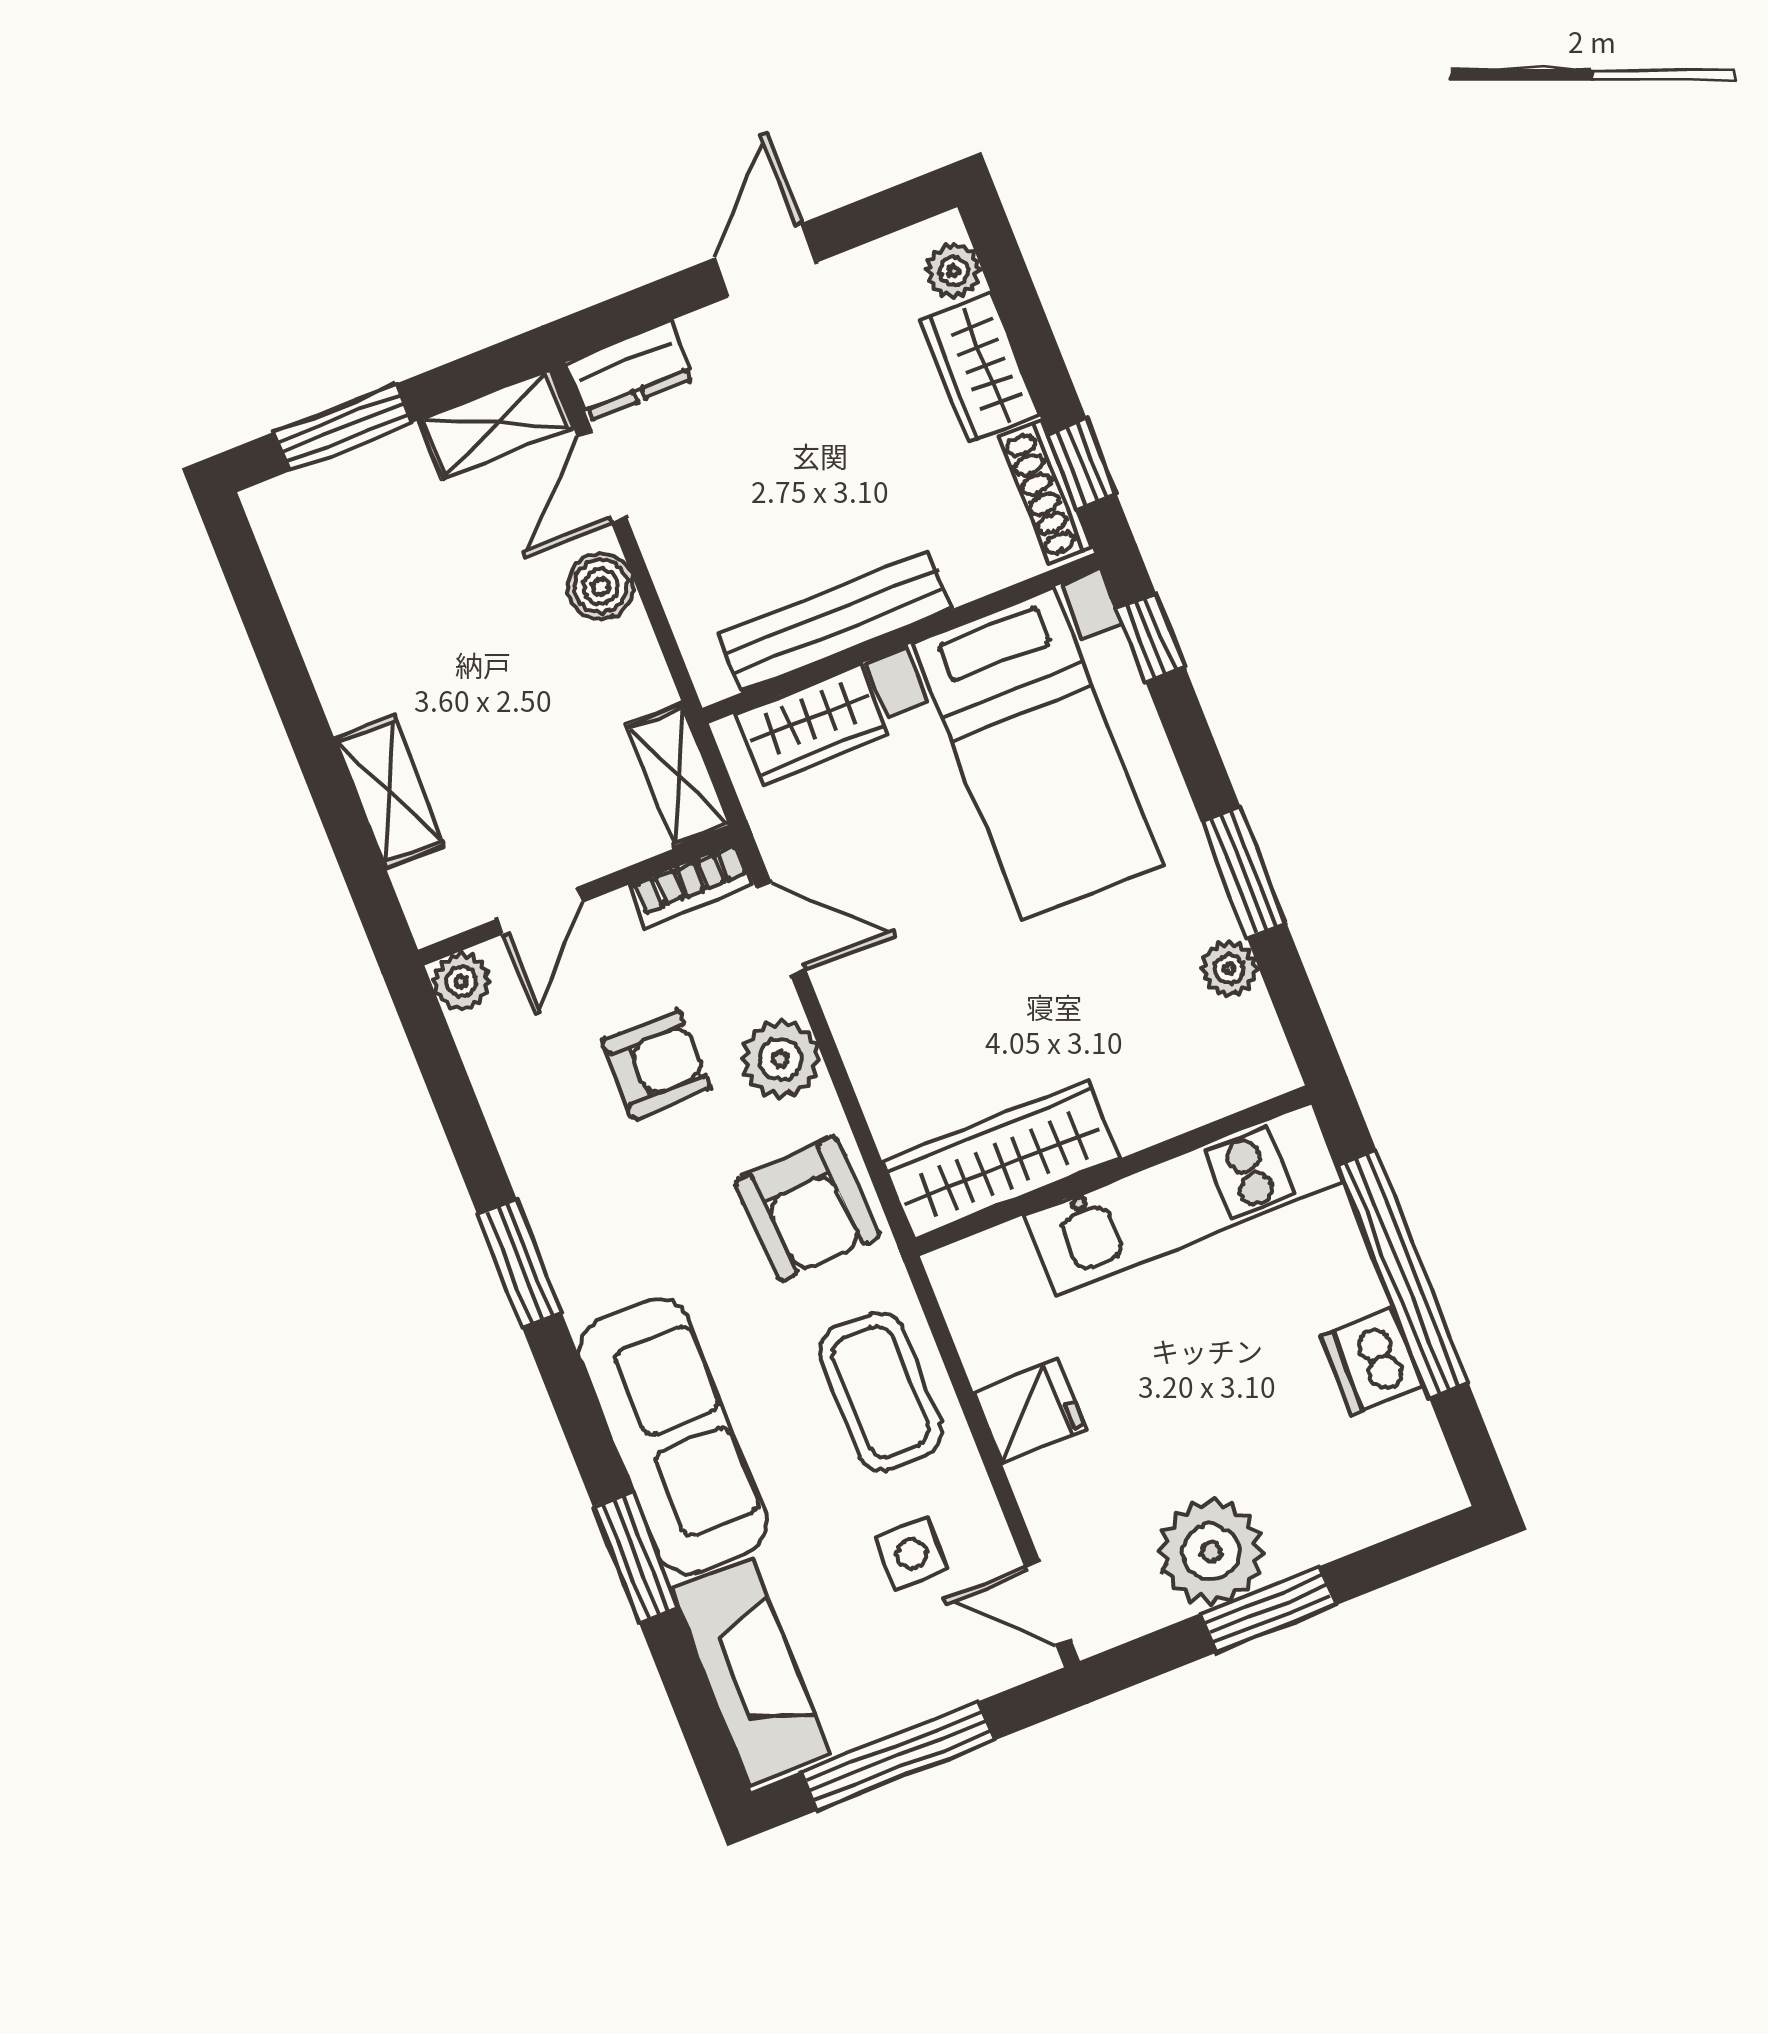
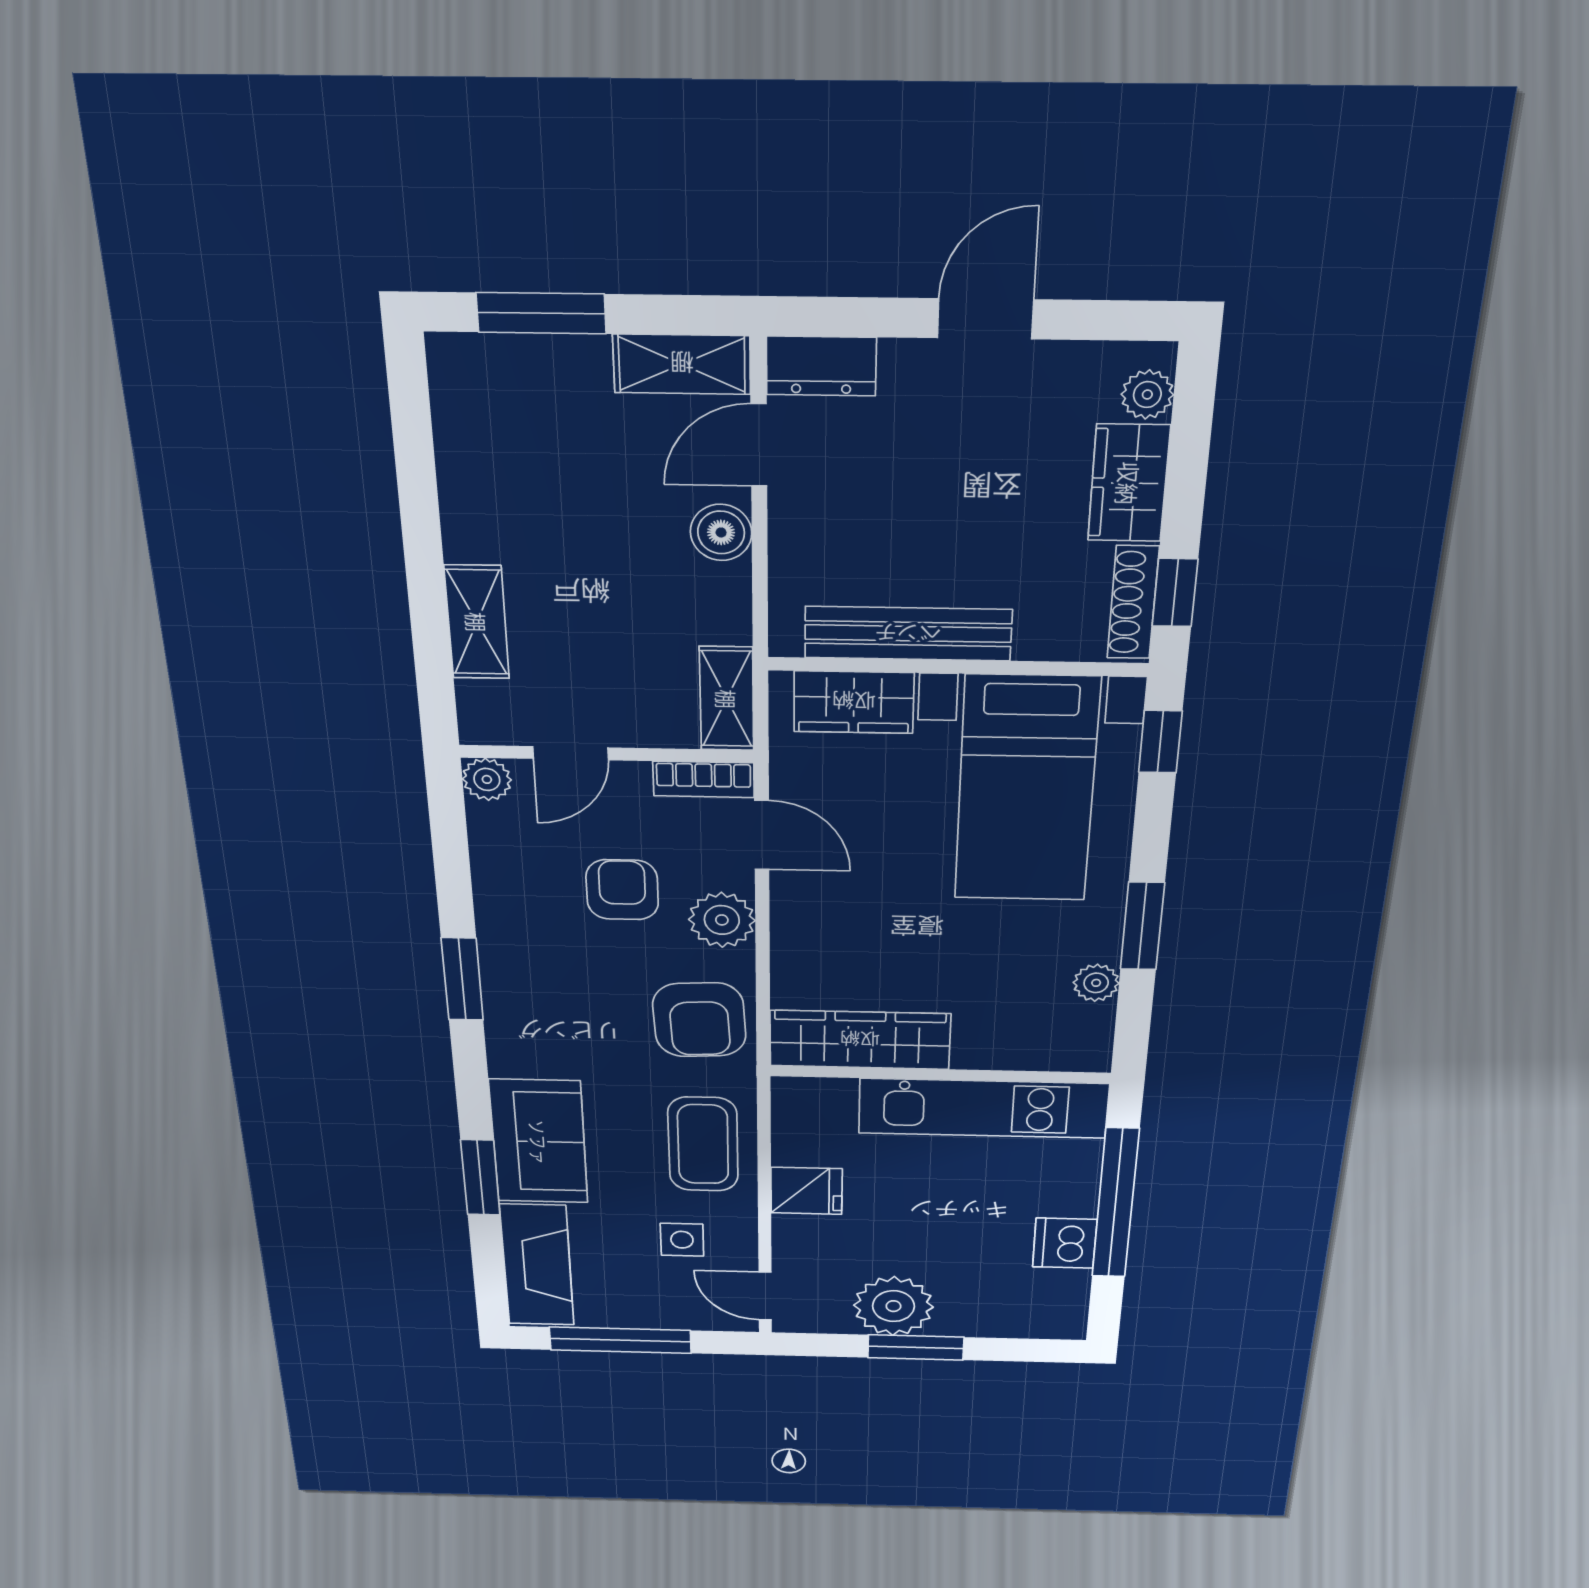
armchair: (656, 1065) -> (622, 890), turned -90
sofa: (673, 1437) -> (539, 1142), width x0.73

